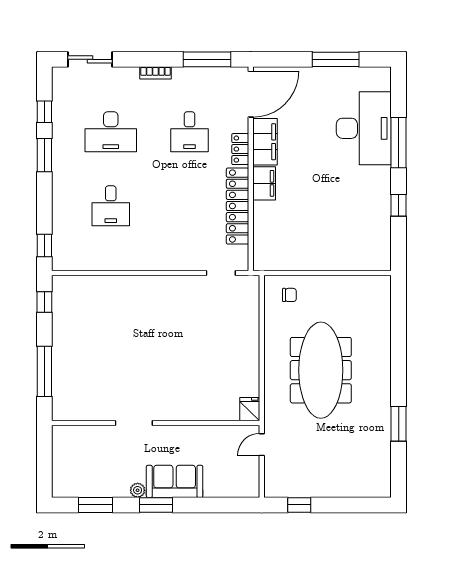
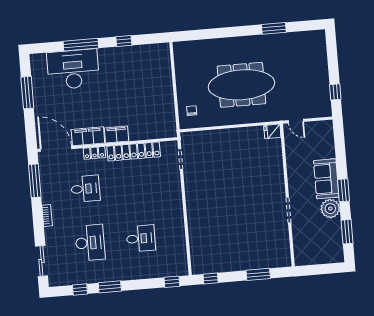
window: (44, 371) -> (258, 274), width x0.69
plant: (138, 490) -> (330, 209), width x1.87, depth x1.87

